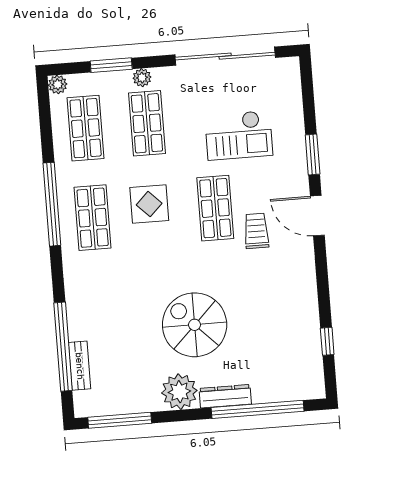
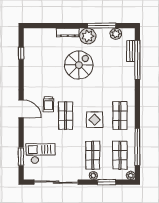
checkout: (239, 135) -> (41, 154), moved
window: (313, 155) -> (21, 157), moved
window: (52, 204) -> (137, 147), moved
spiral stairs: (195, 325) -> (79, 65), turned -90
plant: (117, 402) -> (116, 34), added
window: (258, 409) -> (54, 26), removed
window: (120, 420) -> (102, 26), moved

